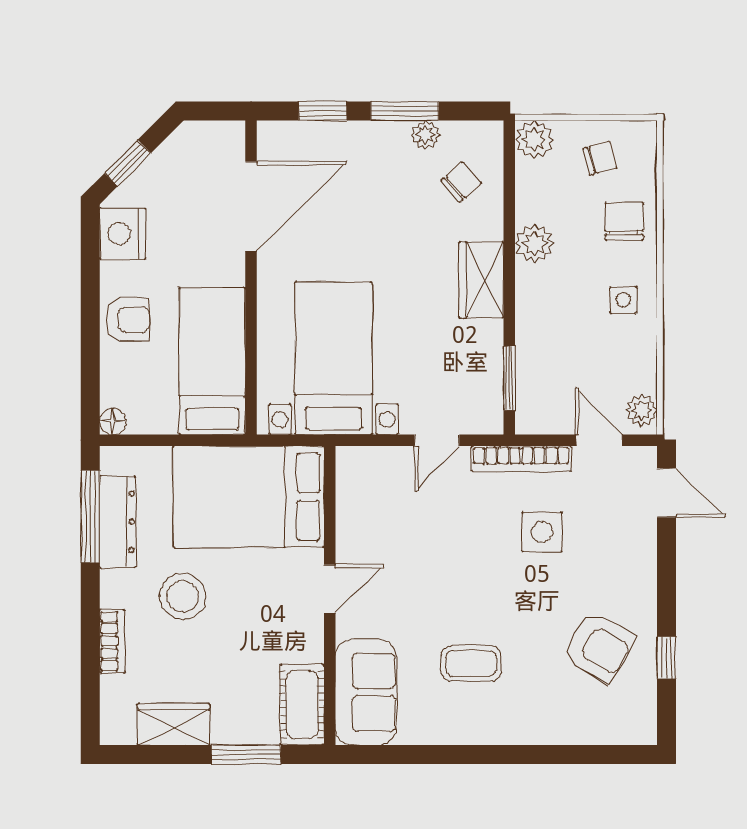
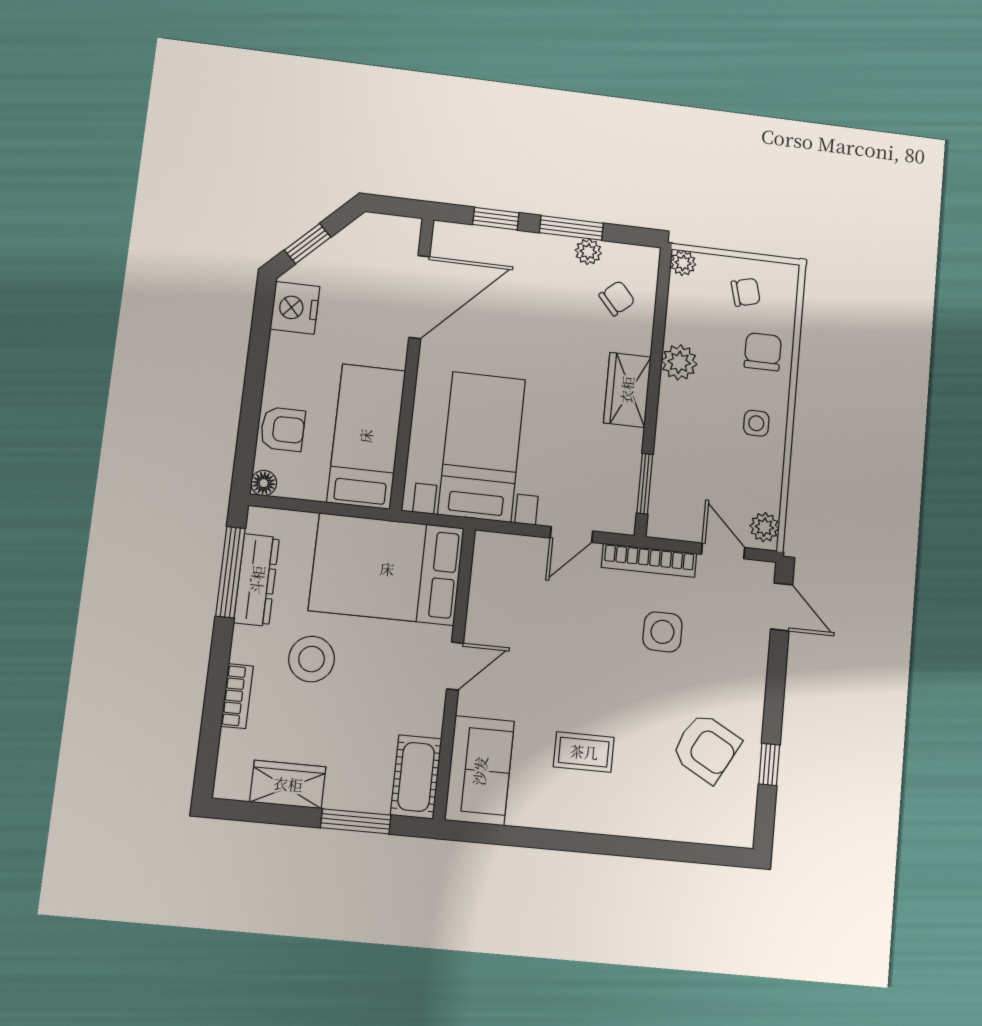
plant: (534, 140) -> (683, 263), width x0.73, depth x0.73
armchair: (128, 320) -> (283, 429), moved

